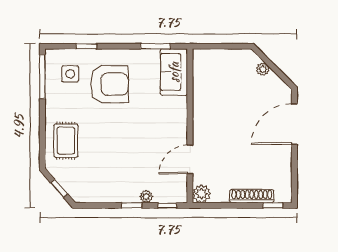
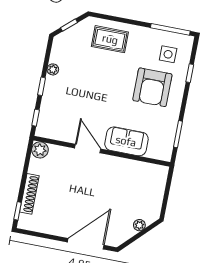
sofa: (174, 72) -> (126, 141), moved
door: (294, 124) -> (86, 244), hinge flipped
door: (190, 159) -> (88, 148), moved
plant: (146, 197) -> (53, 69), moved

